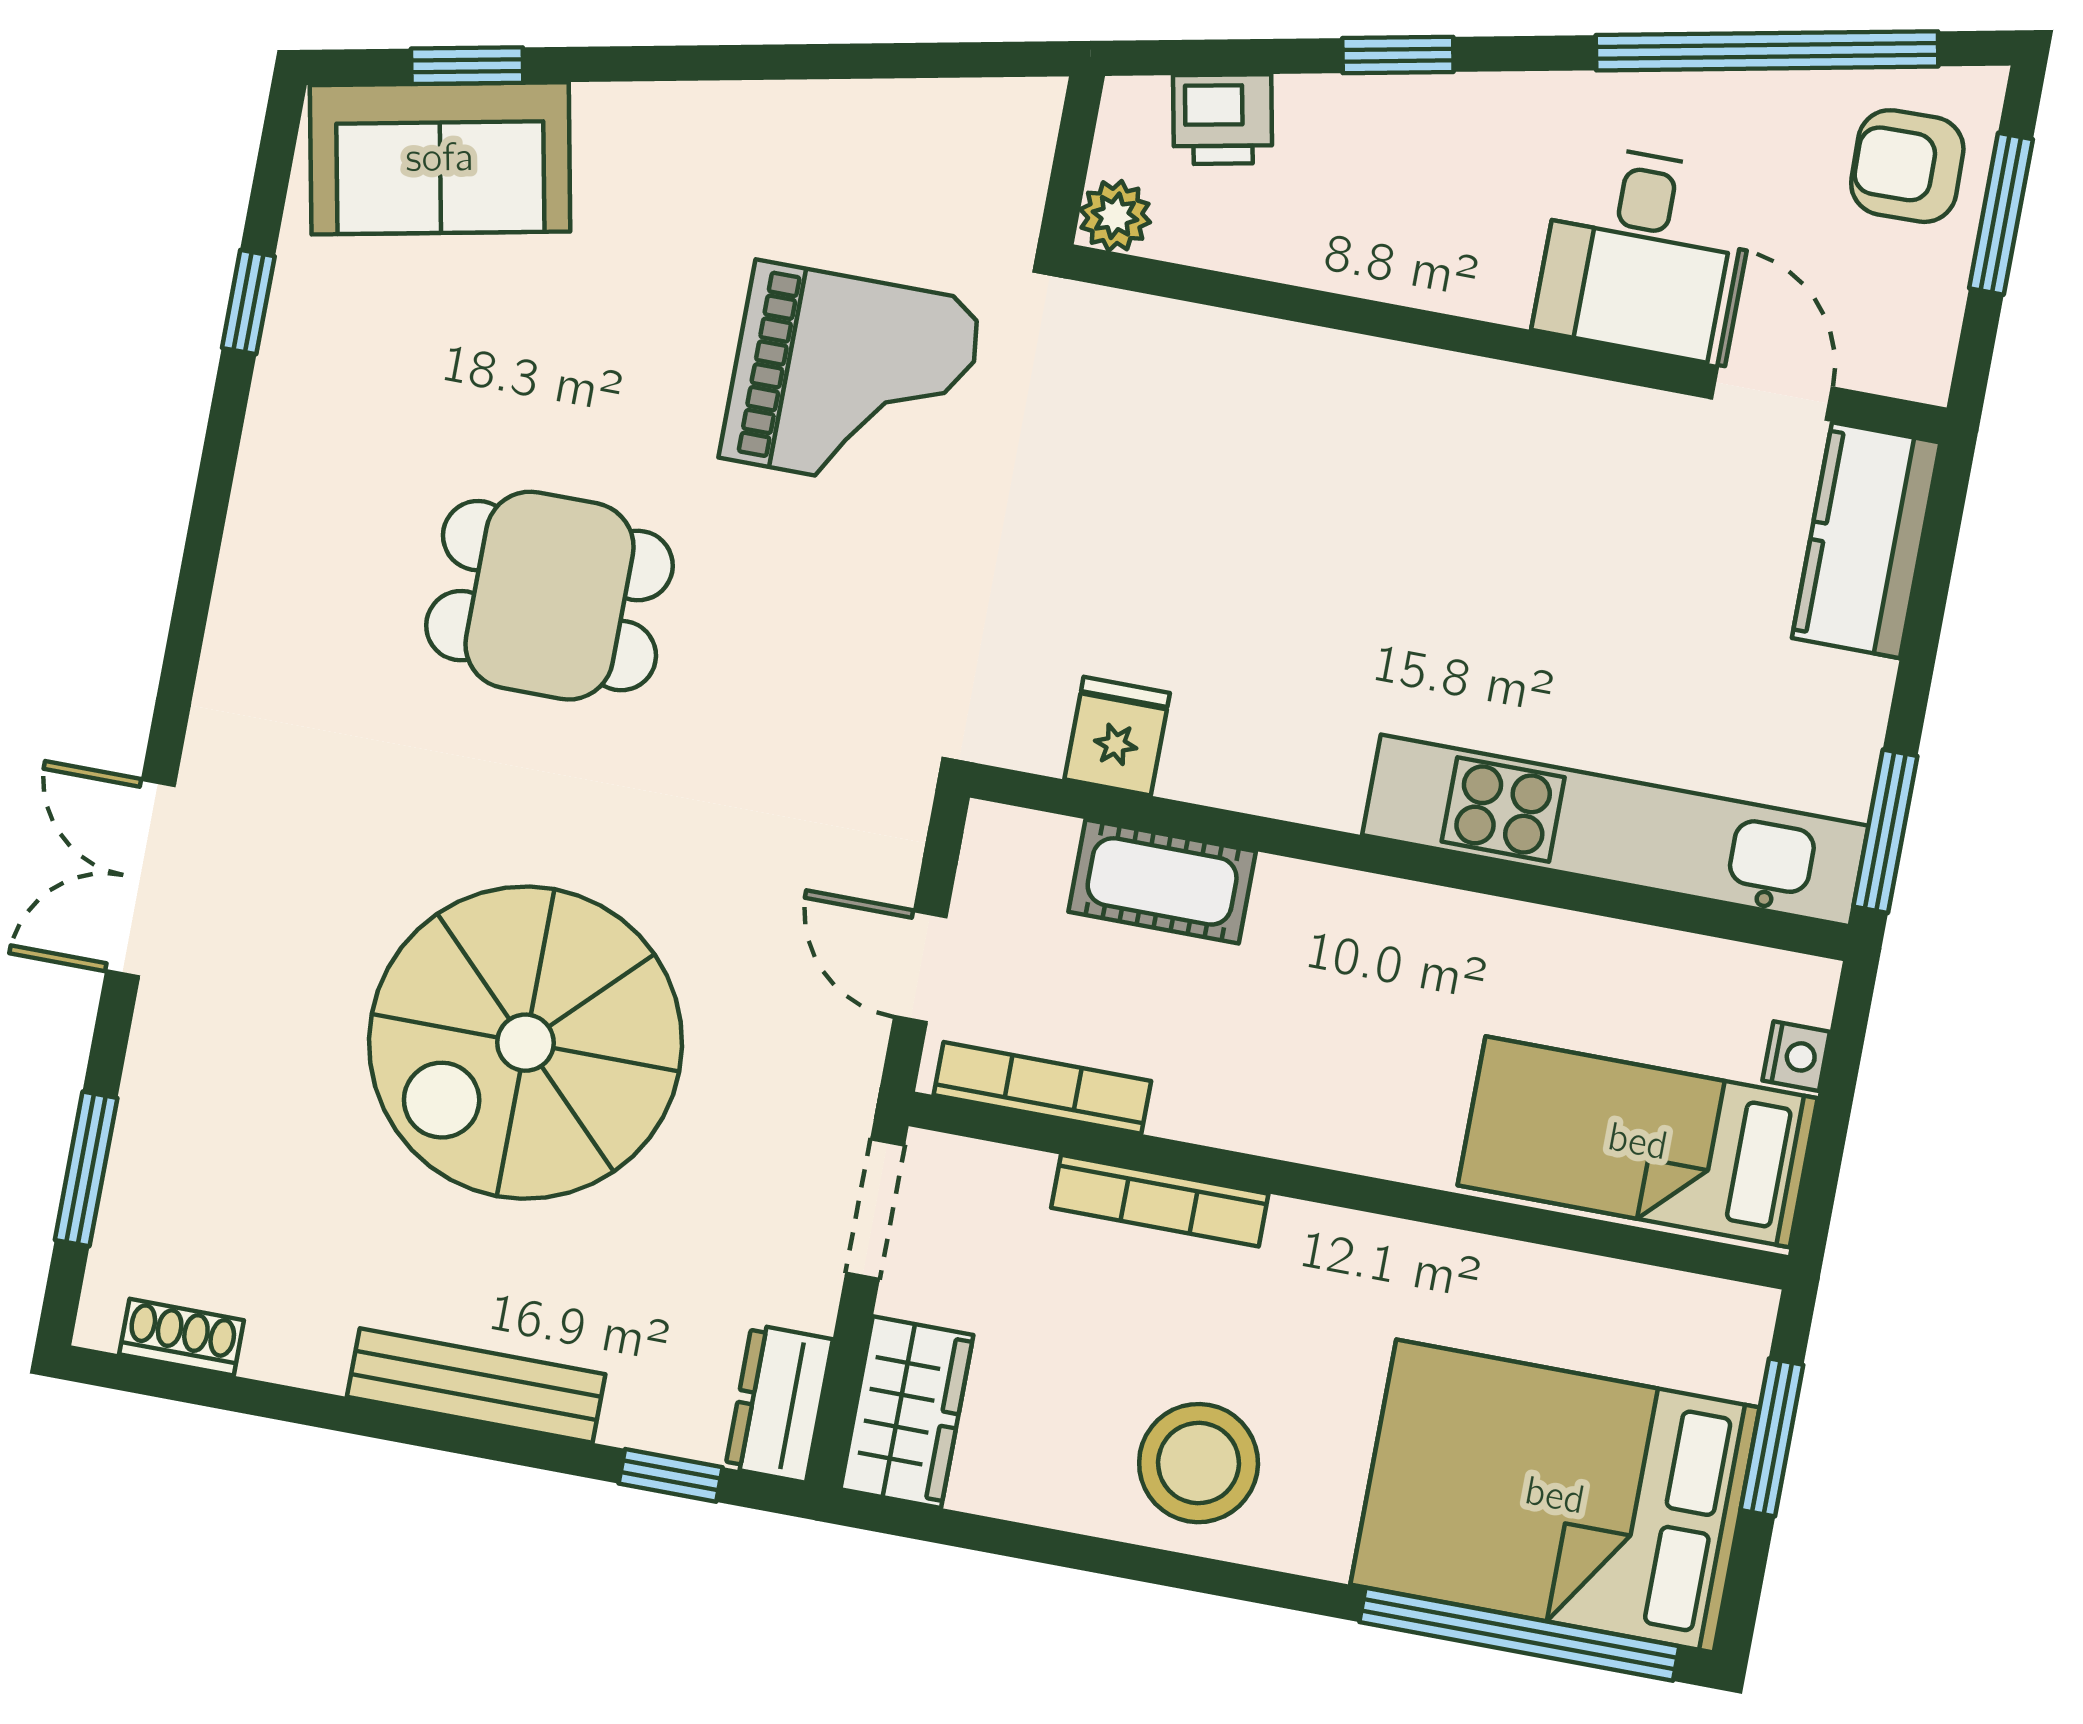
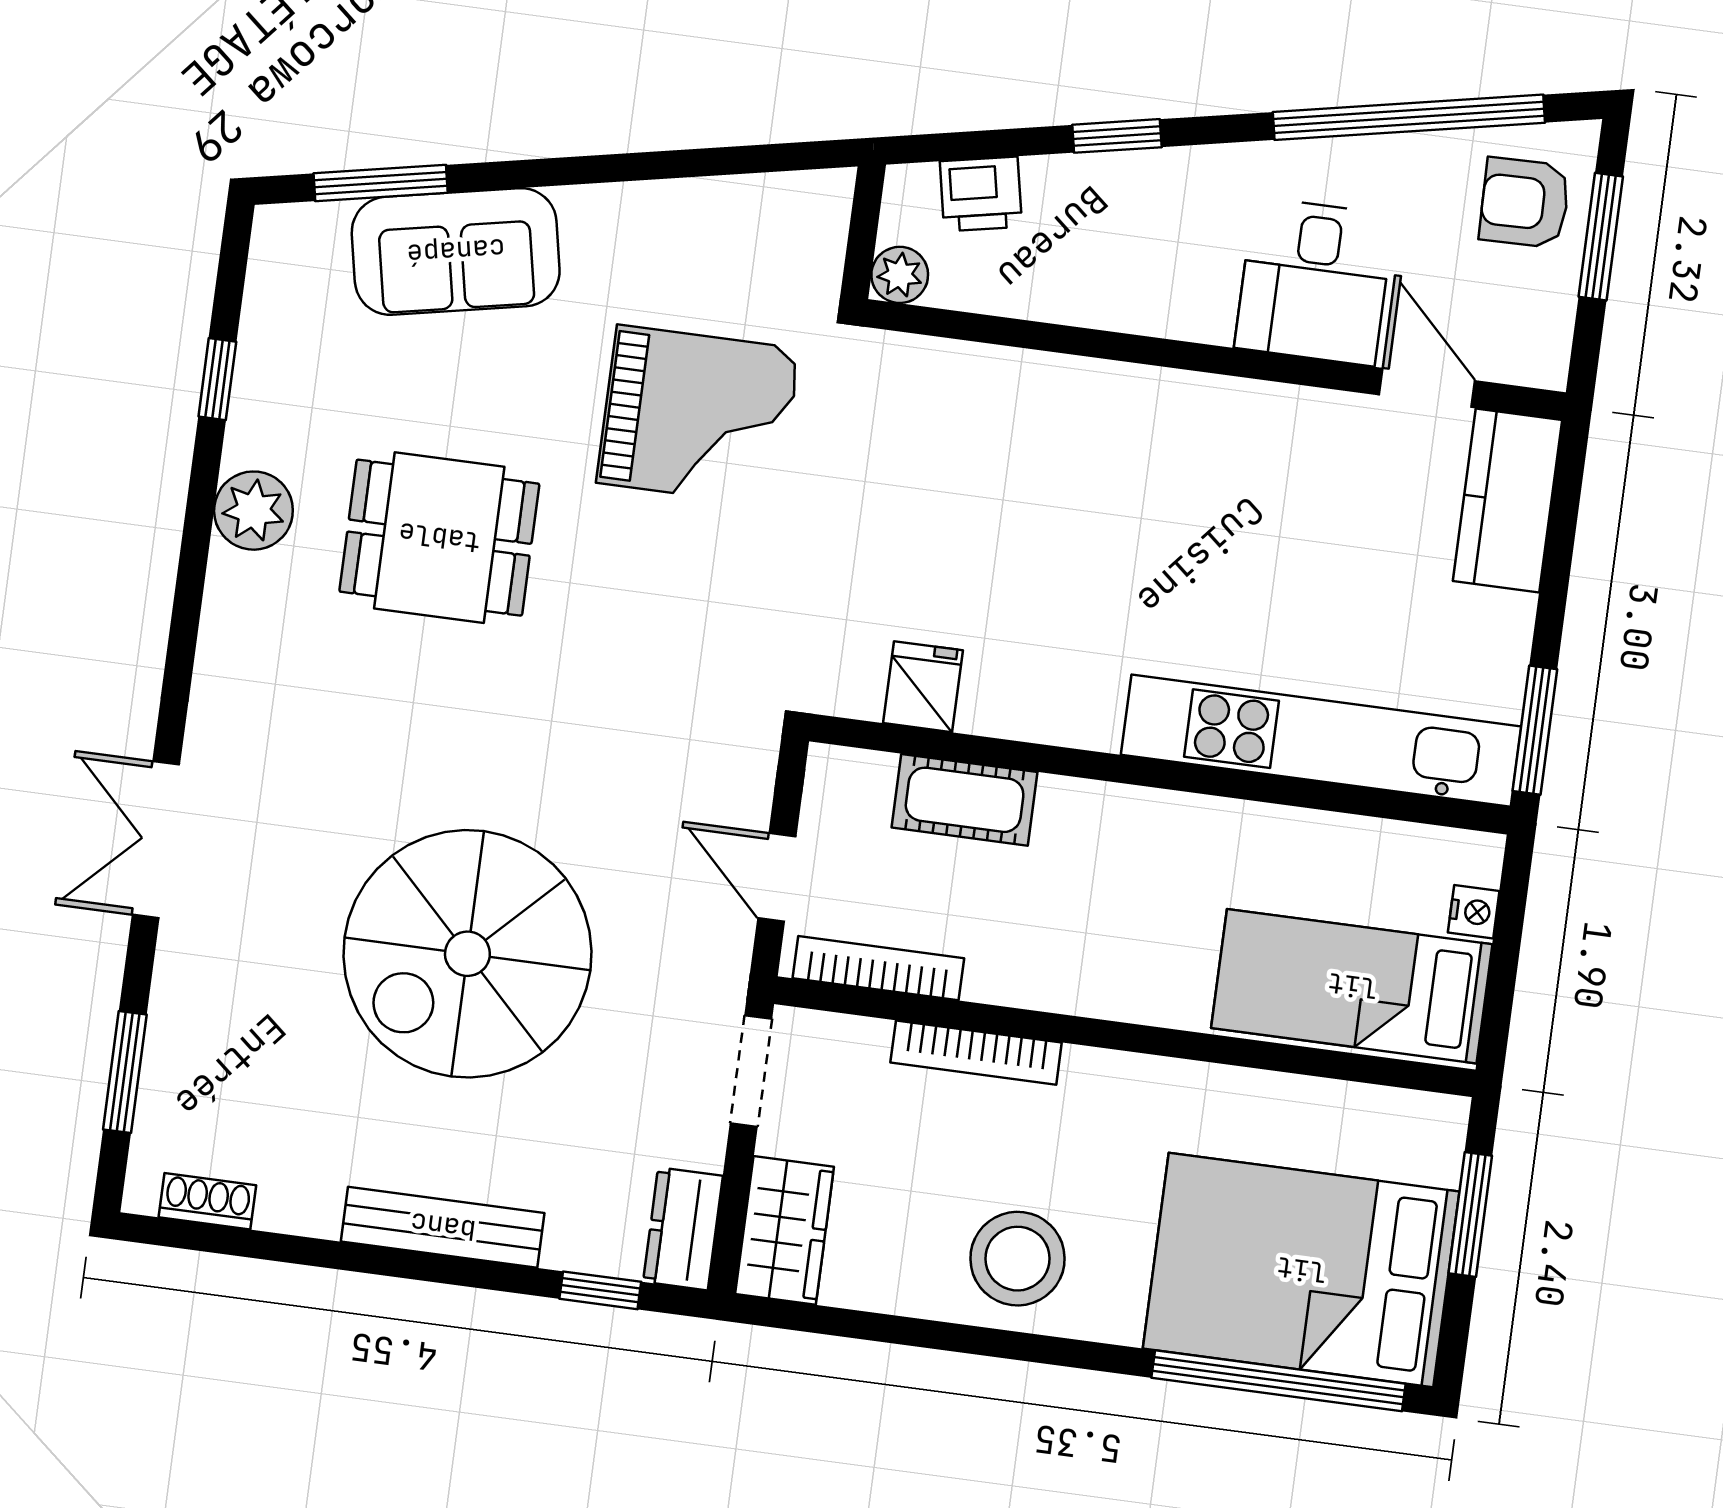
window: (467, 66) -> (381, 183), width x1.50
sofa: (440, 158) -> (456, 252), moved
plant: (285, 470) -> (253, 511), added
dining table: (549, 596) -> (439, 538), moved

